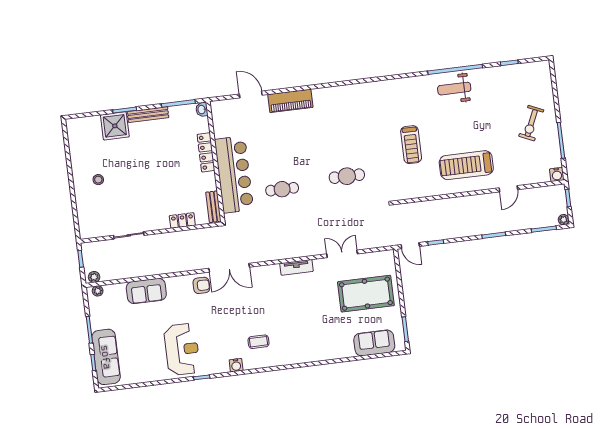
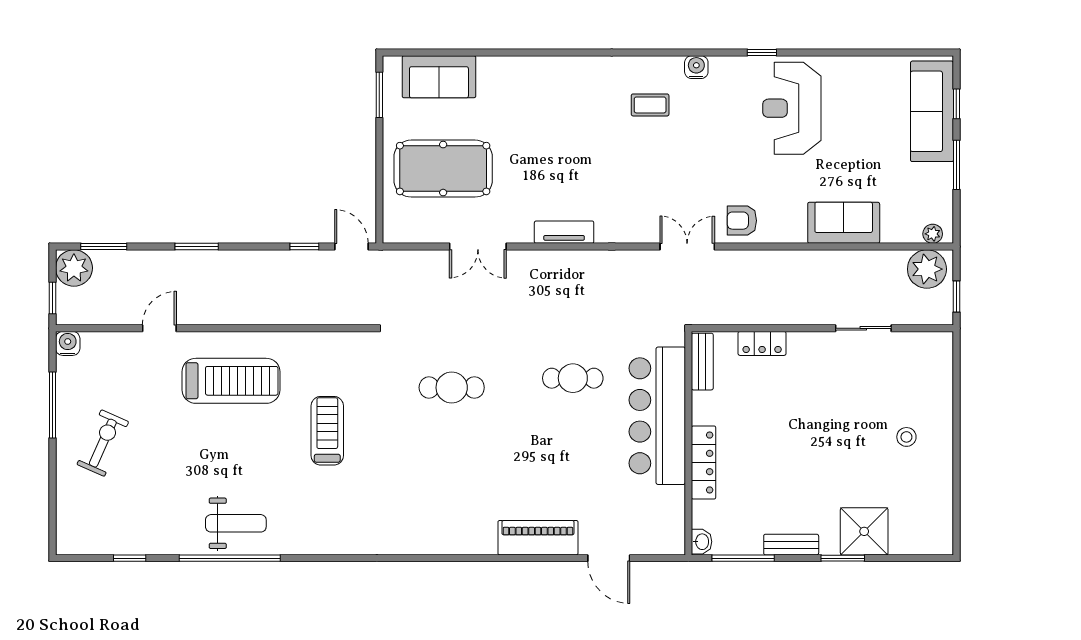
bench: (148, 115) -> (791, 545), width x0.73
plant: (564, 220) -> (74, 268), width x1.88, depth x1.88
double door: (229, 268) -> (687, 247), width x0.73
plant: (94, 277) -> (927, 269), width x1.87, depth x1.87

